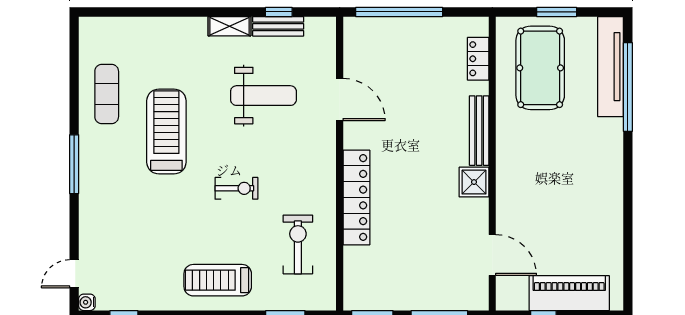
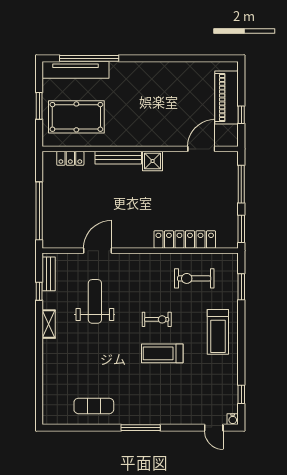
bench: (278, 26) -> (49, 274), moved
treadmill: (166, 131) -> (162, 353), moved, width x0.73, depth x0.73
exercise bike: (236, 188) -> (157, 319), turned 90
locker: (356, 197) -> (185, 239), moved

